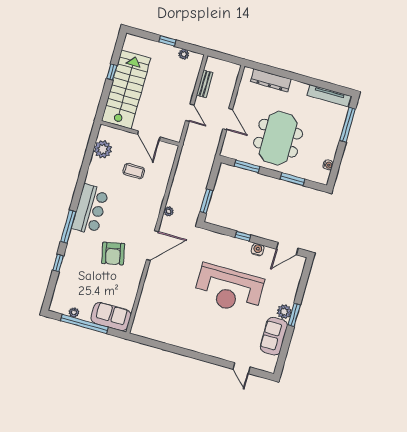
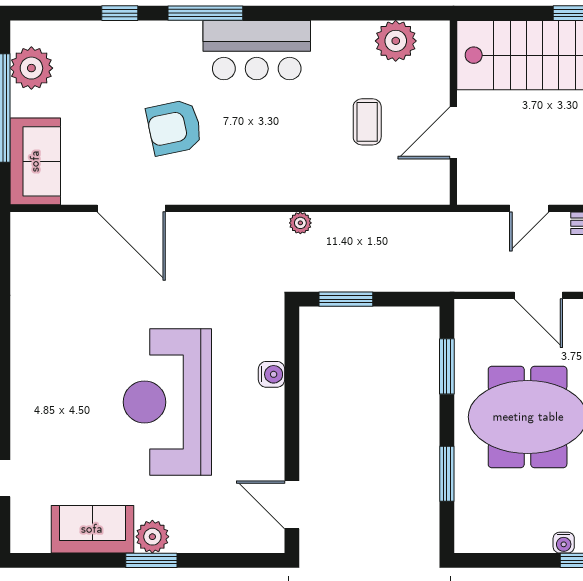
door: (228, 119) -> (538, 295), hinge flipped
water cooler: (328, 165) -> (564, 543), moved
window: (243, 236) -> (292, 400), removed
door: (152, 246) -> (131, 208), moved
water cooler: (258, 250) -> (272, 374), moved
plant: (74, 312) -> (31, 68), width x1.87, depth x1.87

